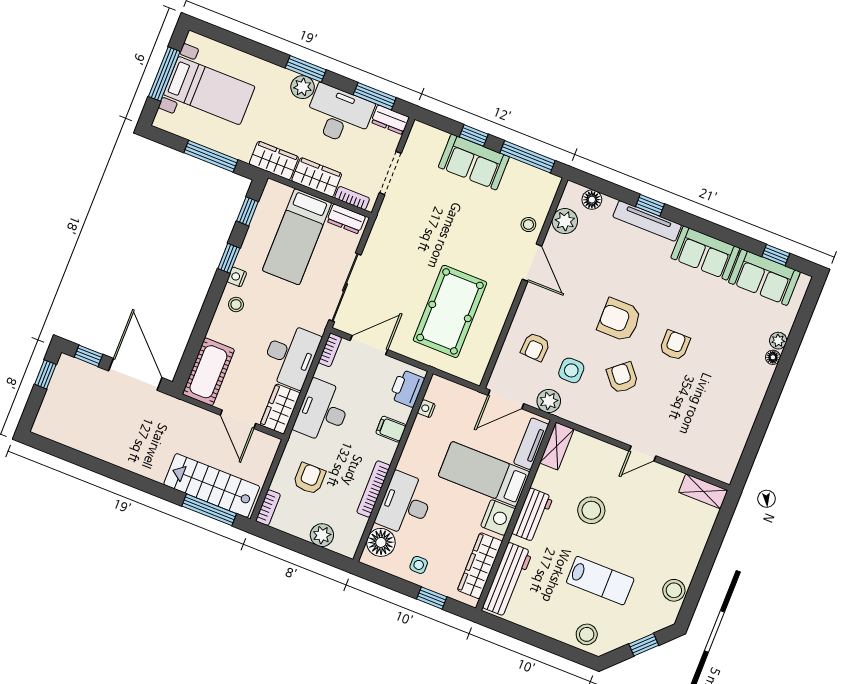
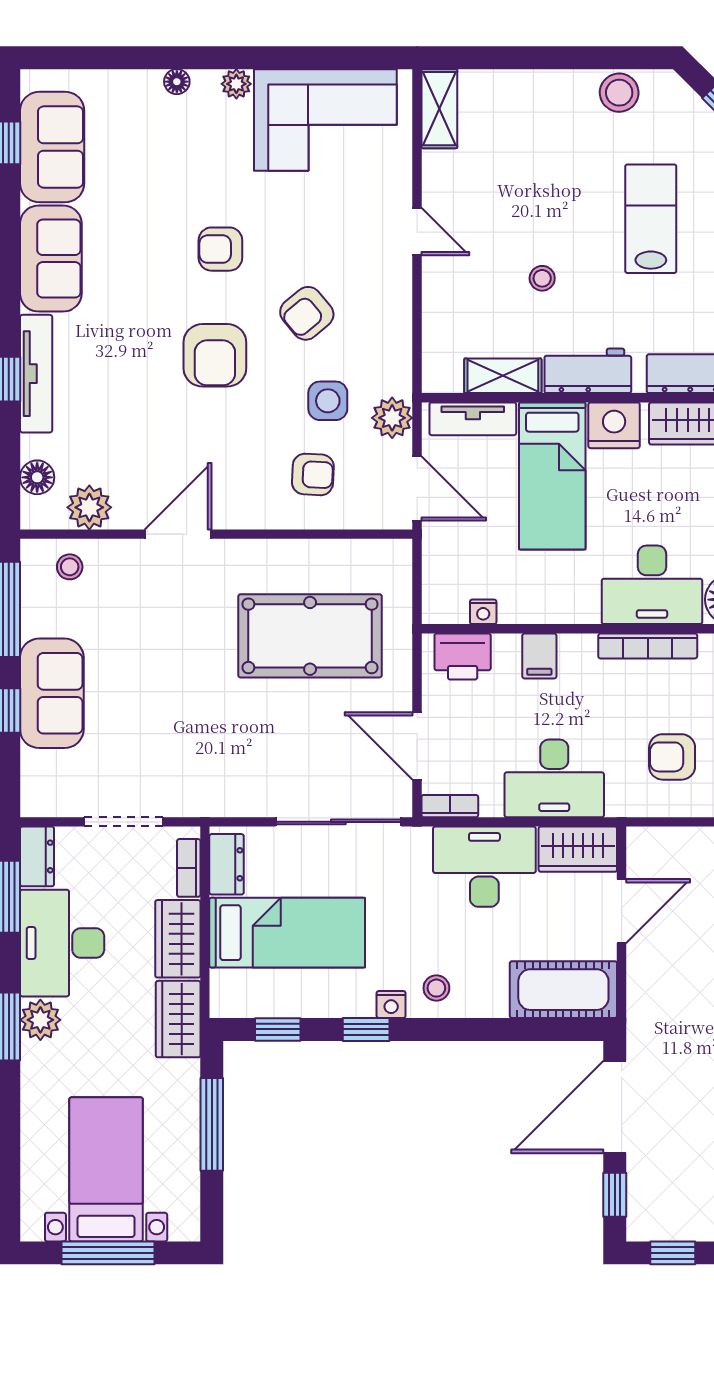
stool: (528, 225) -> (70, 567), moved
plant: (778, 341) -> (236, 84), moved
corner sofa: (721, 428) -> (325, 120), added
shelving: (557, 446) -> (503, 376), moved
stool: (591, 510) -> (542, 278), width x0.53, depth x0.53

